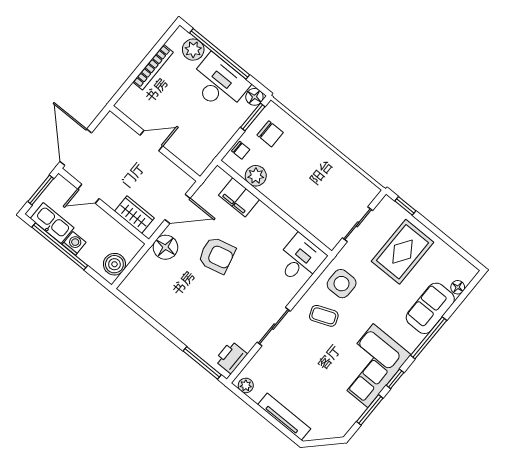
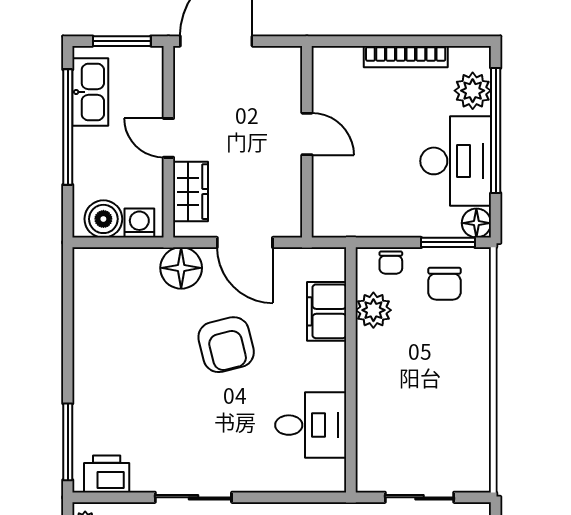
door: (89, 194) -> (168, 138), moved
washing machine: (74, 243) -> (139, 223), moved, turned -90
desk: (300, 260) -> (311, 425), moved

